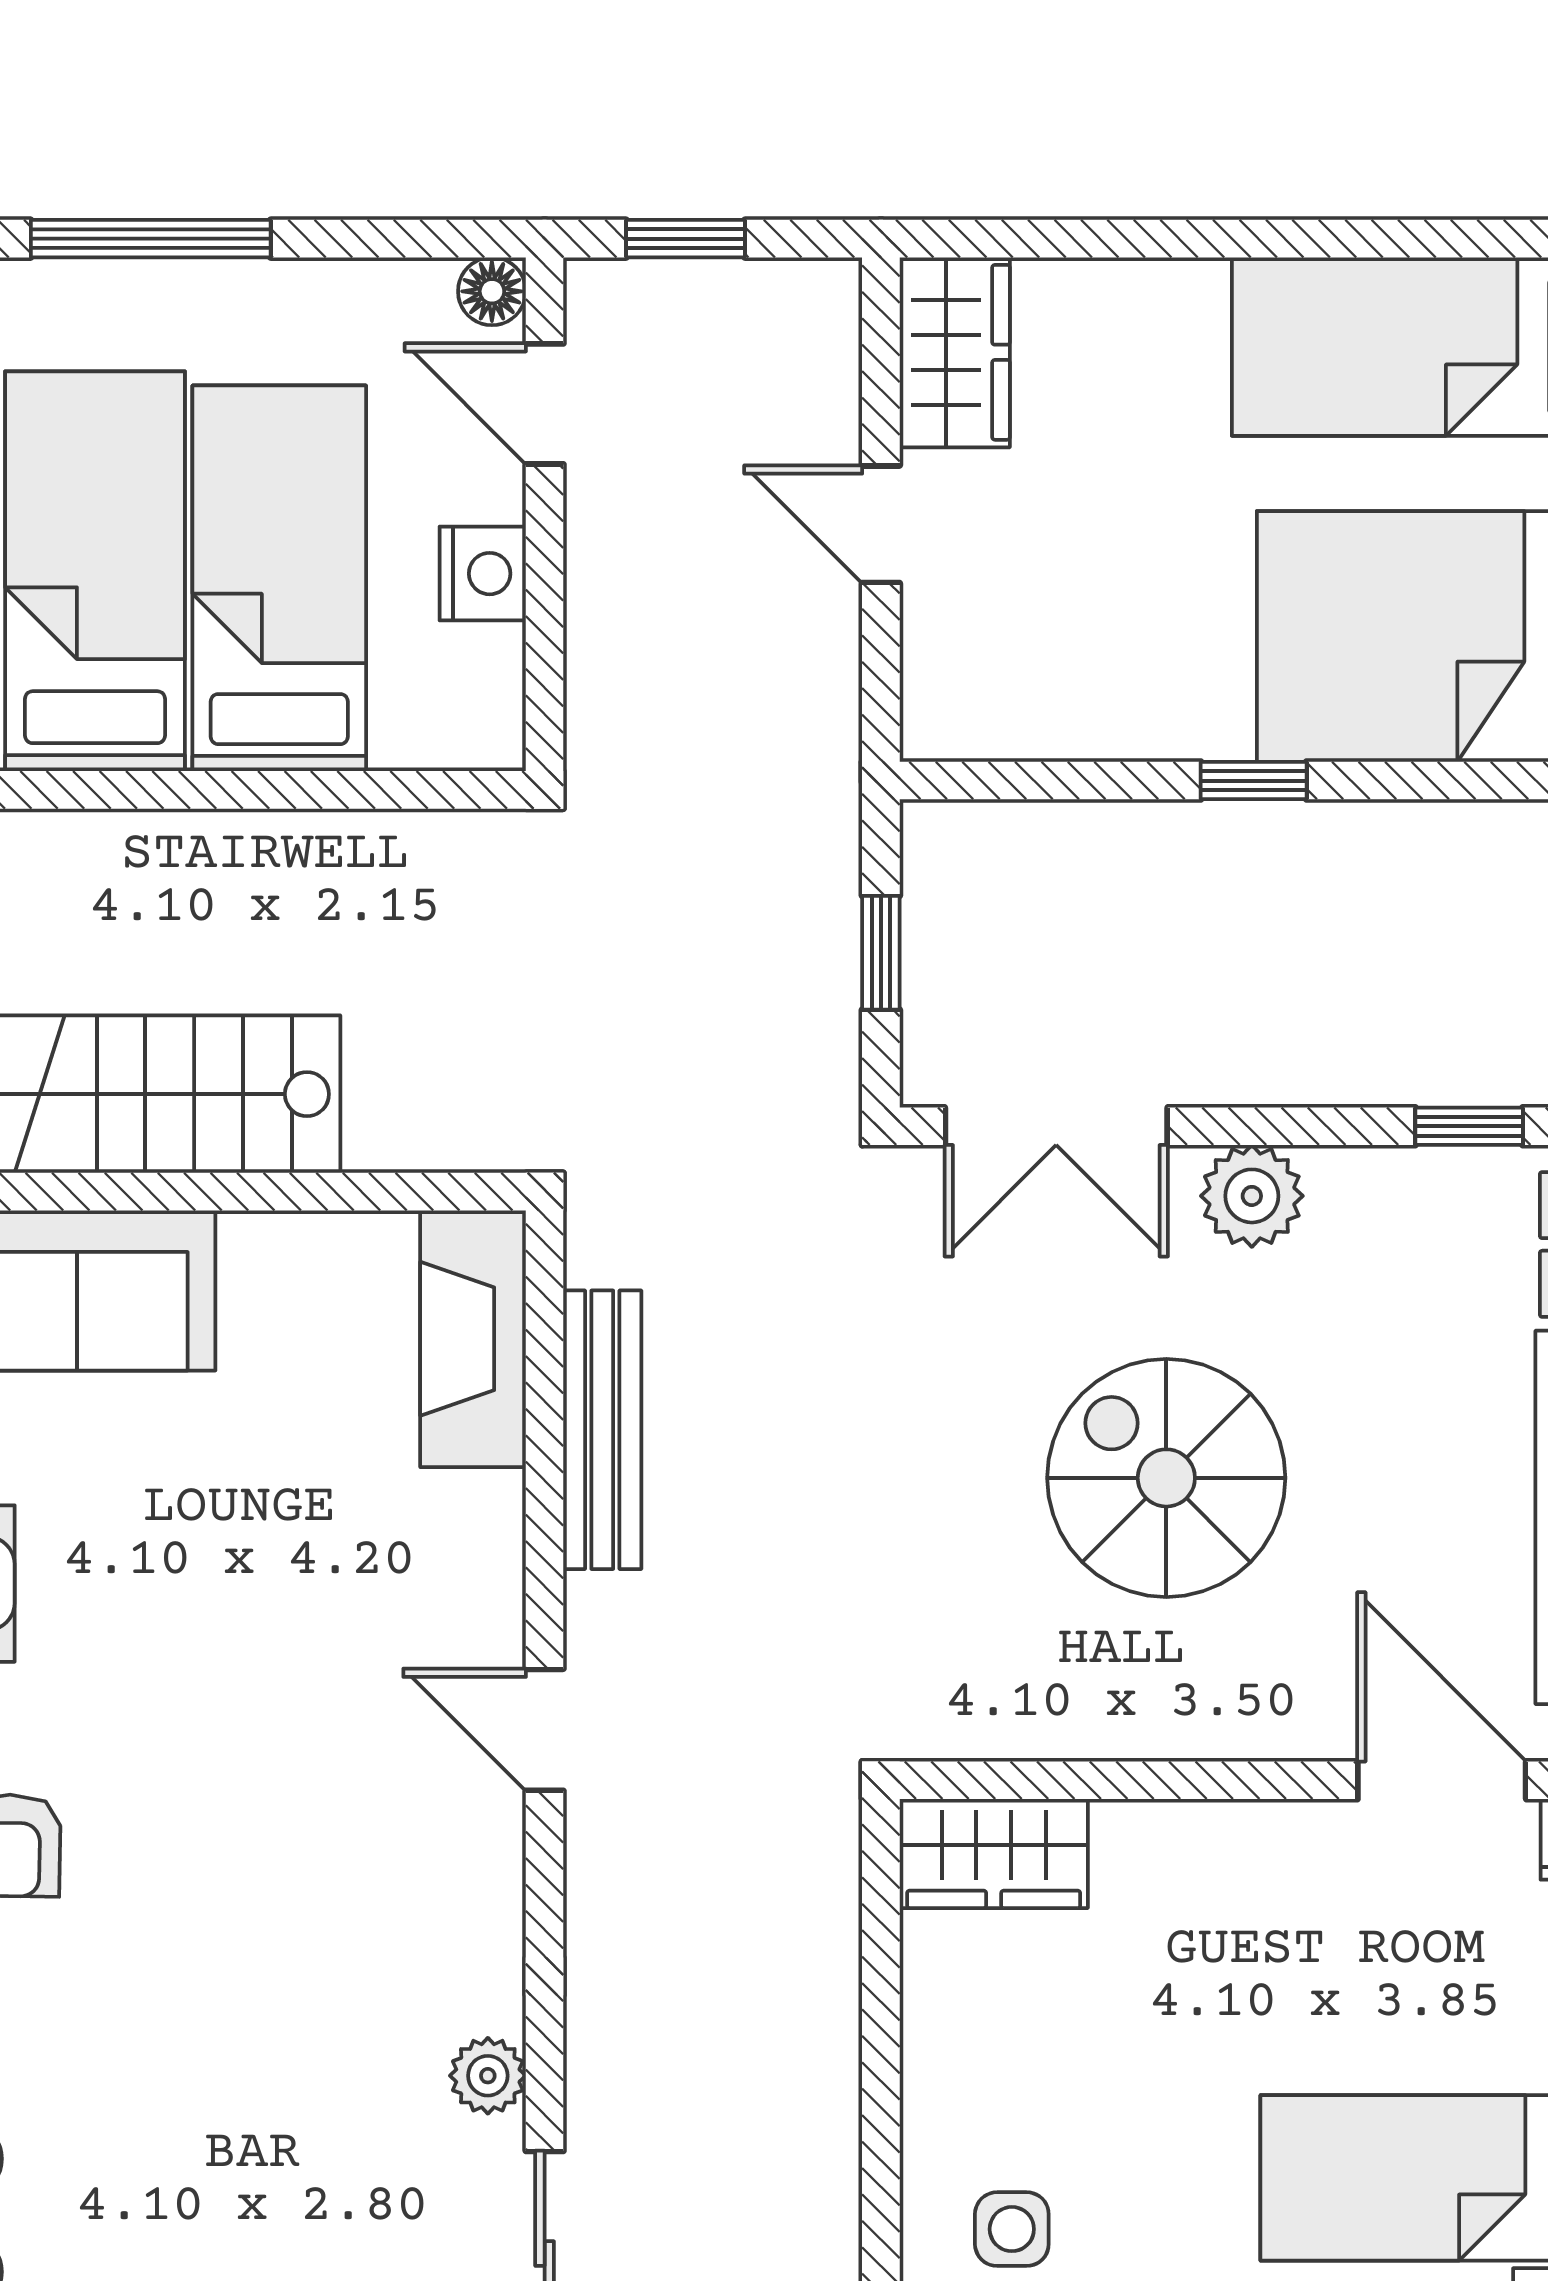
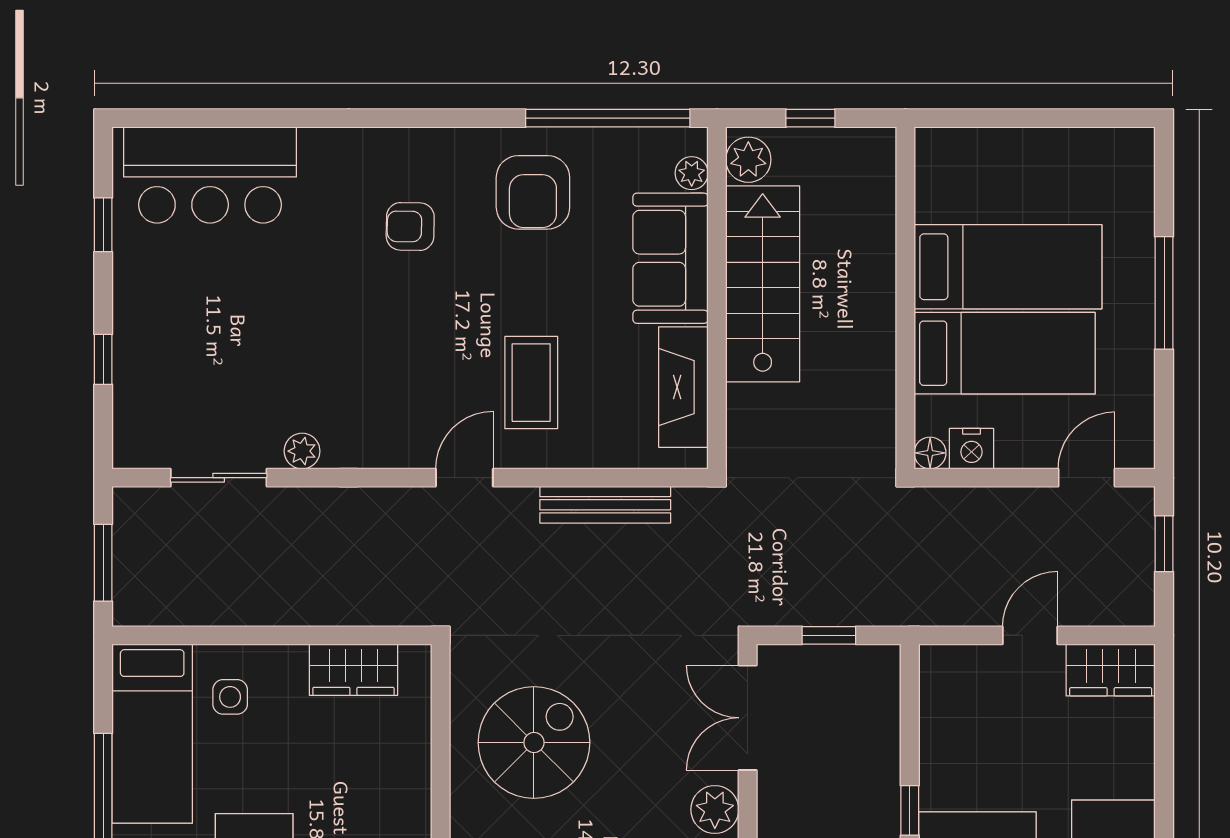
floor lamp: (492, 291) -> (930, 453), moved
nightstand: (483, 574) -> (972, 449), moved
fireplace: (473, 1339) -> (683, 387), moved, turned -90
spiral stairs: (1166, 1478) -> (534, 743), moved
coffee table: (342, 1587) -> (531, 383), added
wardrobe: (994, 1853) -> (353, 670), moved, turned -90

